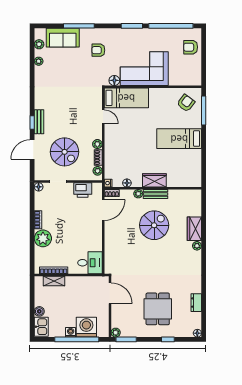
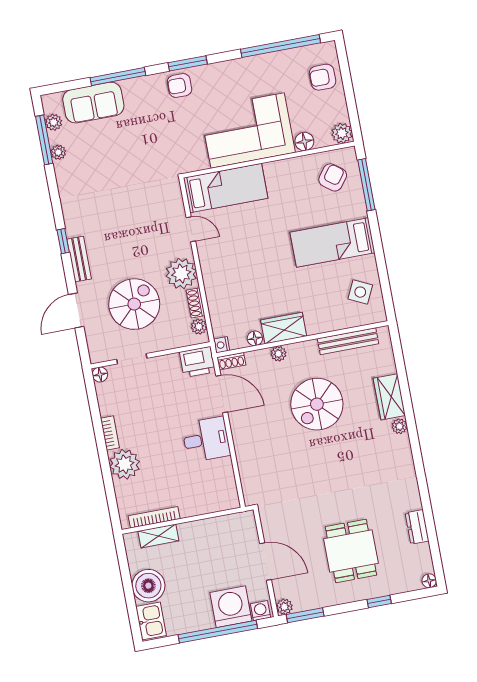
window: (132, 26) -> (188, 63), moved
armchair: (98, 50) -> (180, 85), moved
window: (32, 53) -> (44, 140), added
floor lamp: (114, 80) -> (304, 141), moved
plant: (195, 80) -> (342, 133), added
window: (32, 123) -> (63, 241), moved
plant: (97, 144) -> (181, 273), width x1.88, depth x1.88
spiral stairs: (65, 152) -> (134, 304), turned -90
side table: (189, 168) -> (360, 292), added
wardrobe: (154, 180) -> (284, 328), moved
printer: (83, 190) -> (197, 362), moved
bench: (156, 194) -> (348, 341), moved, width x1.36
door: (103, 210) -> (222, 394), hinge flipped
spiral stairs: (154, 225) -> (317, 404), turned 180
desk: (90, 263) -> (206, 439), moved
door: (110, 293) -> (266, 562), moved
boiler: (39, 311) -> (148, 586), width x1.86, depth x1.86
washing machine: (71, 332) -> (260, 611), moved

